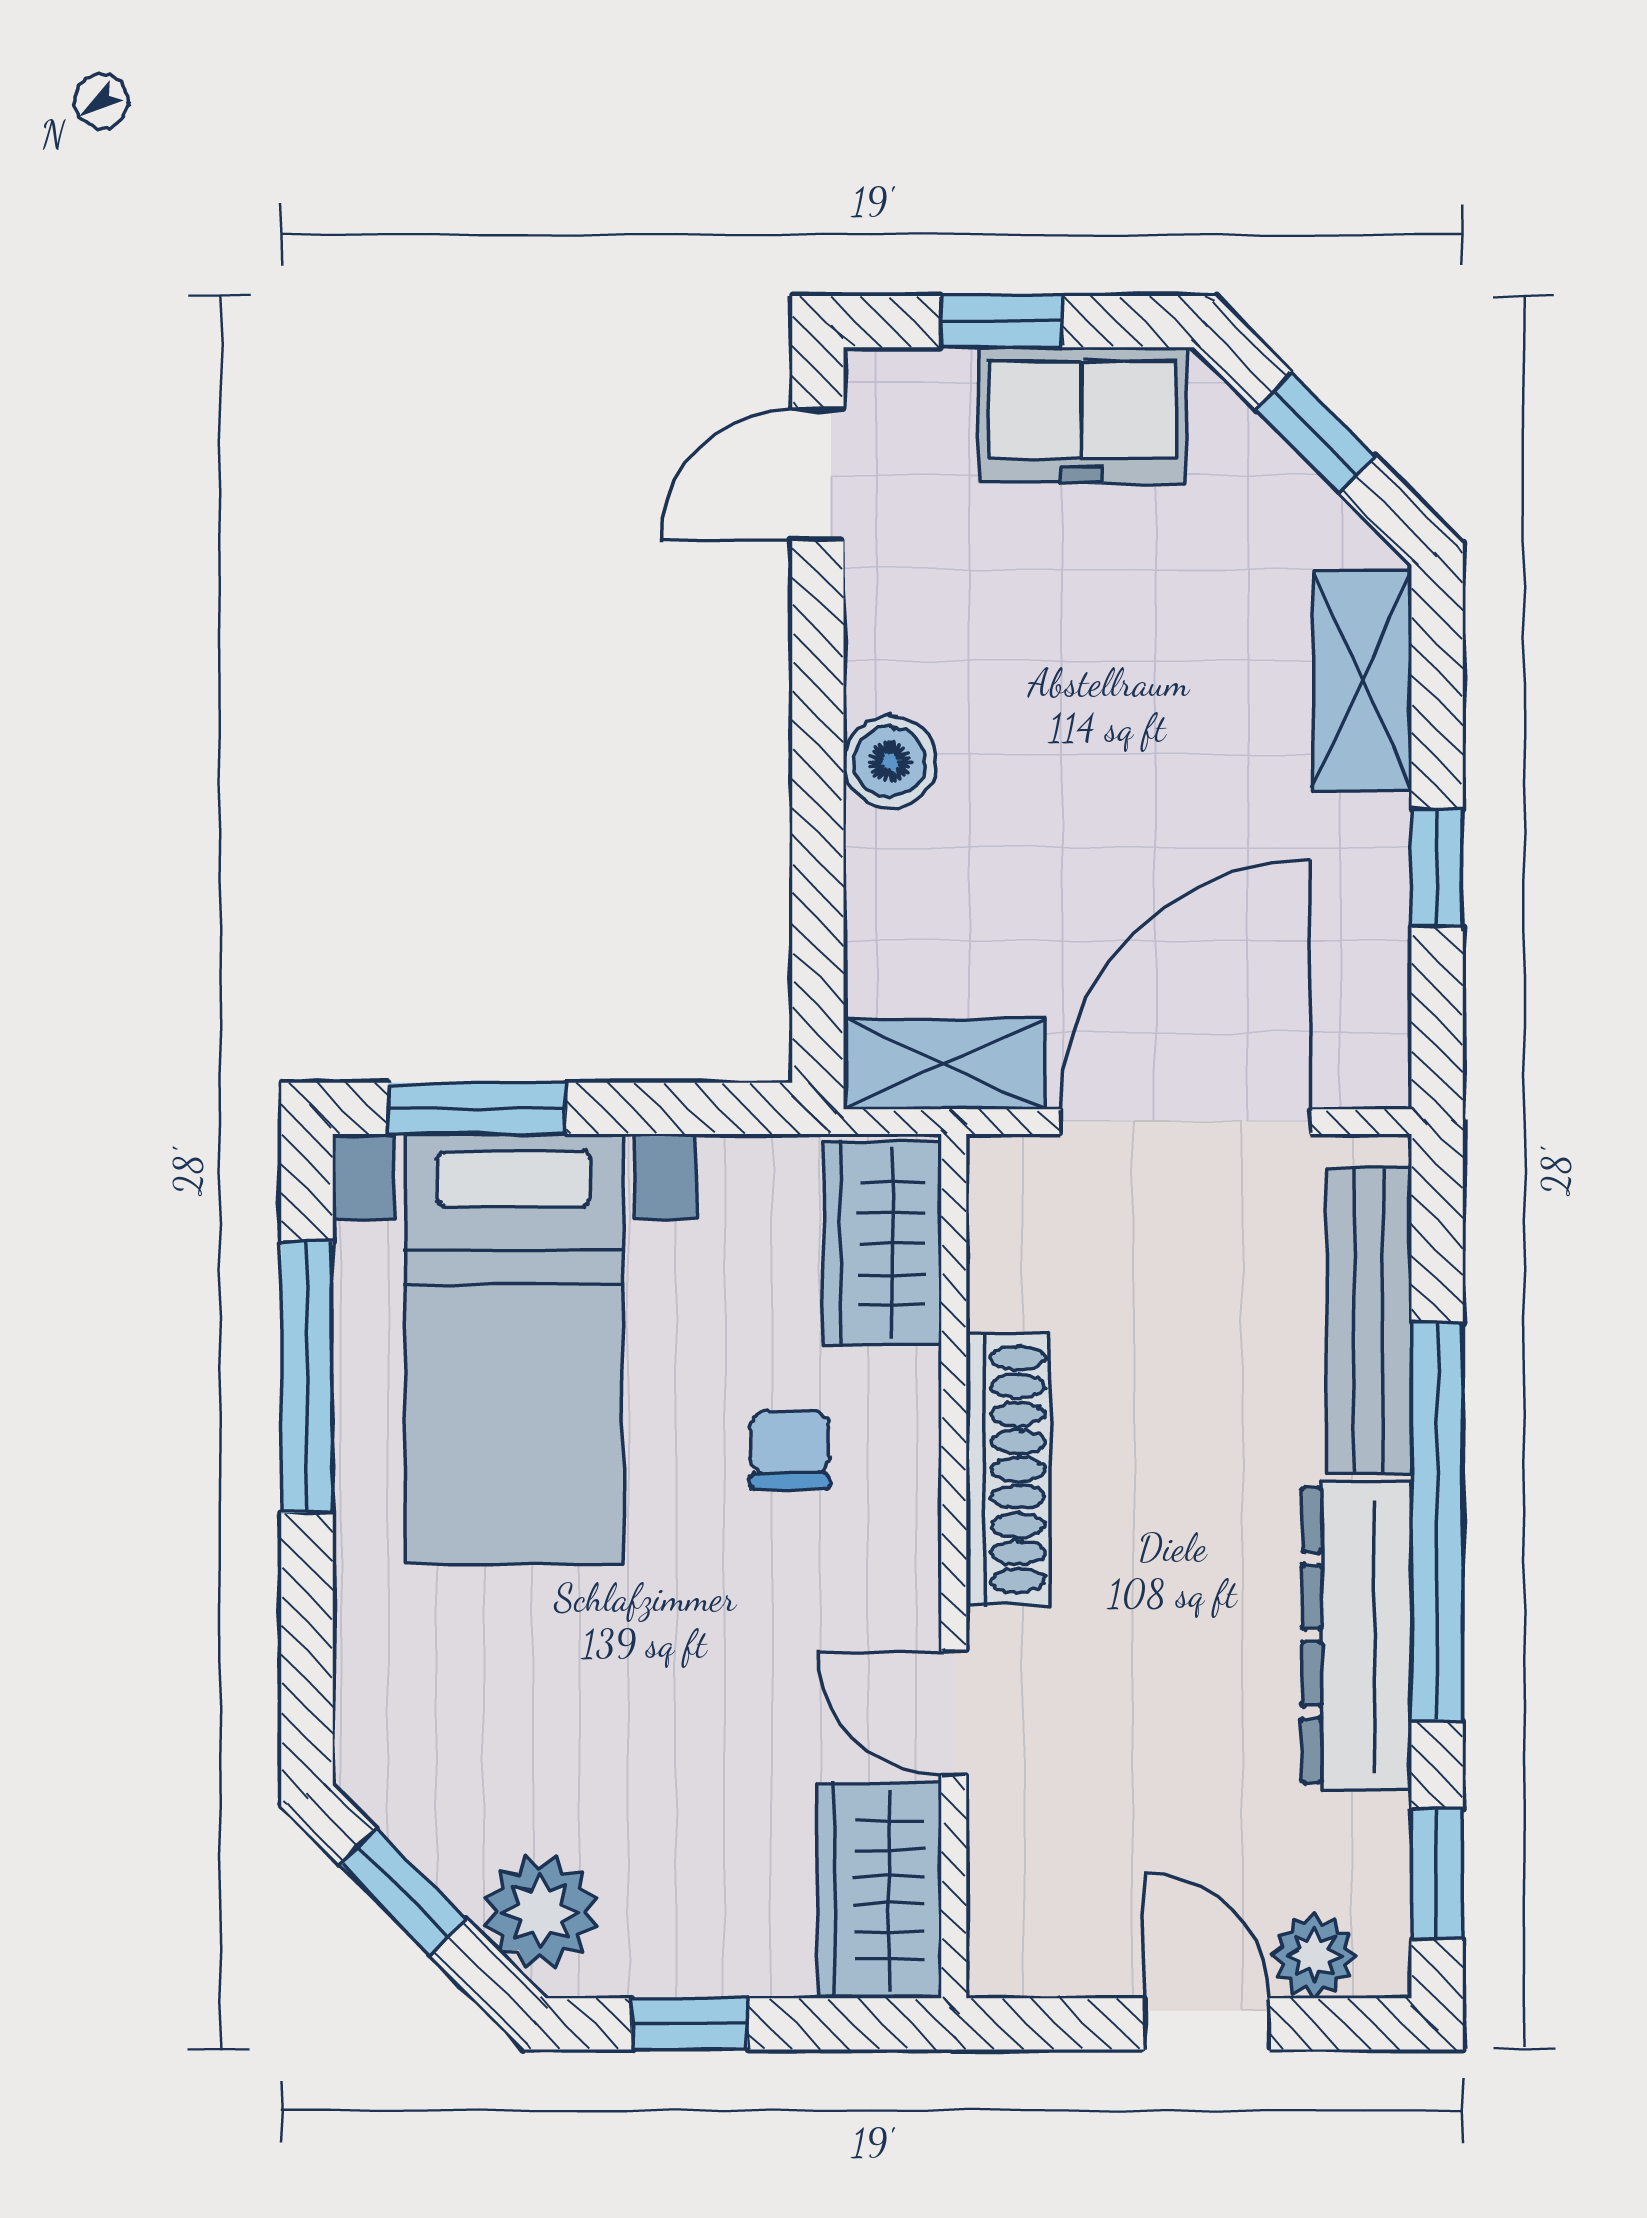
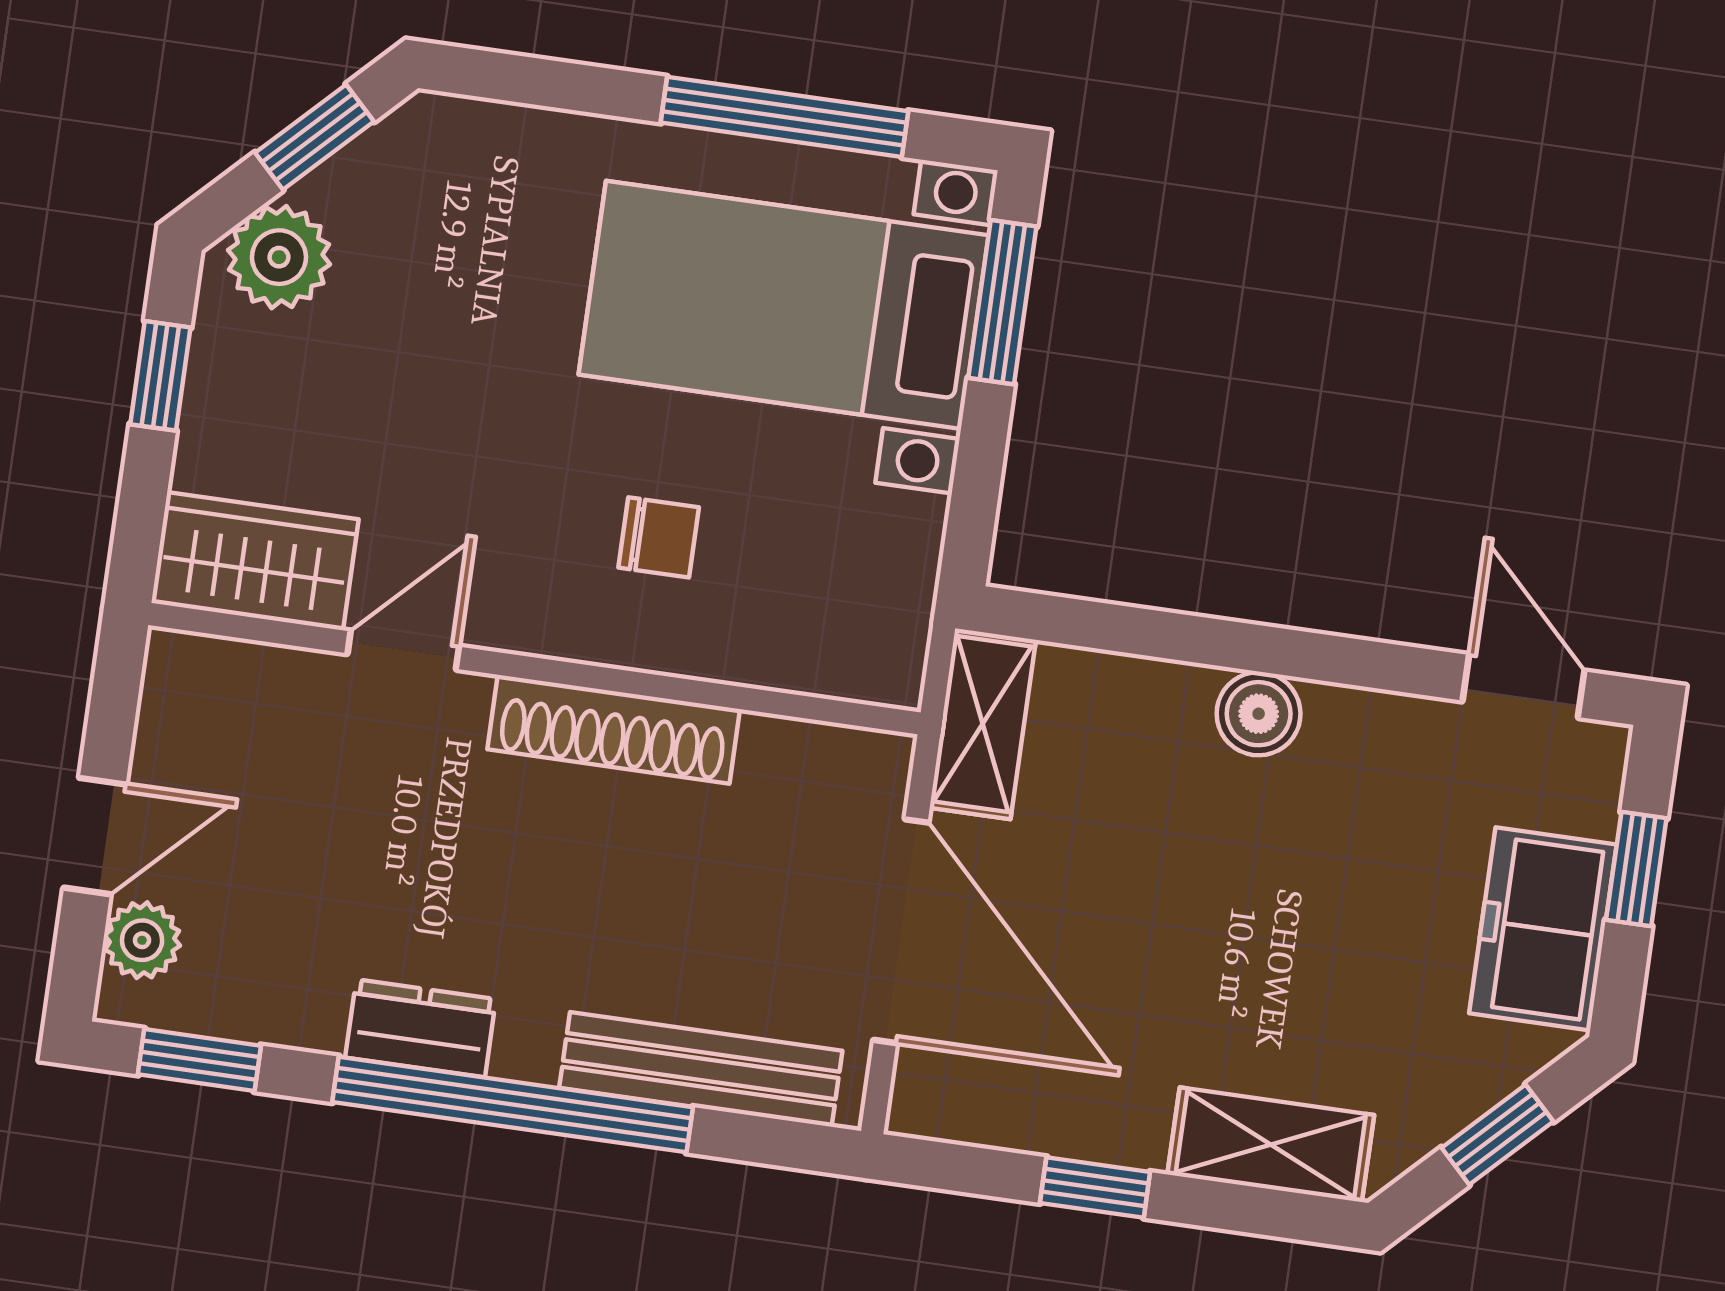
wardrobe: (882, 1244) -> (831, 646), removed
dresser: (1357, 1635) -> (421, 1028), width x0.51, depth x0.80

